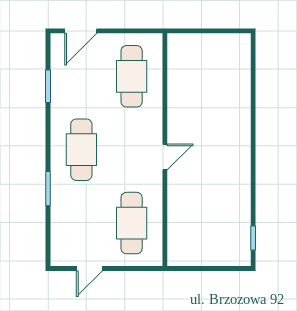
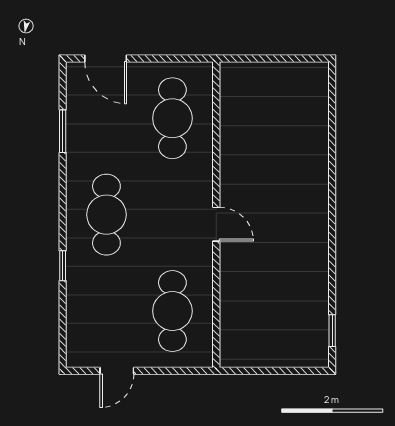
door: (81, 31) -> (106, 58), hinge flipped
door: (165, 157) -> (216, 224), hinge flipped
window: (48, 189) -> (63, 266), width x0.67

